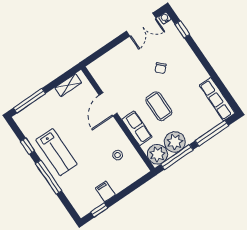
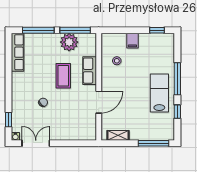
plant: (157, 154) -> (88, 42), removed
filing cabinet: (105, 191) -> (132, 41), moved

